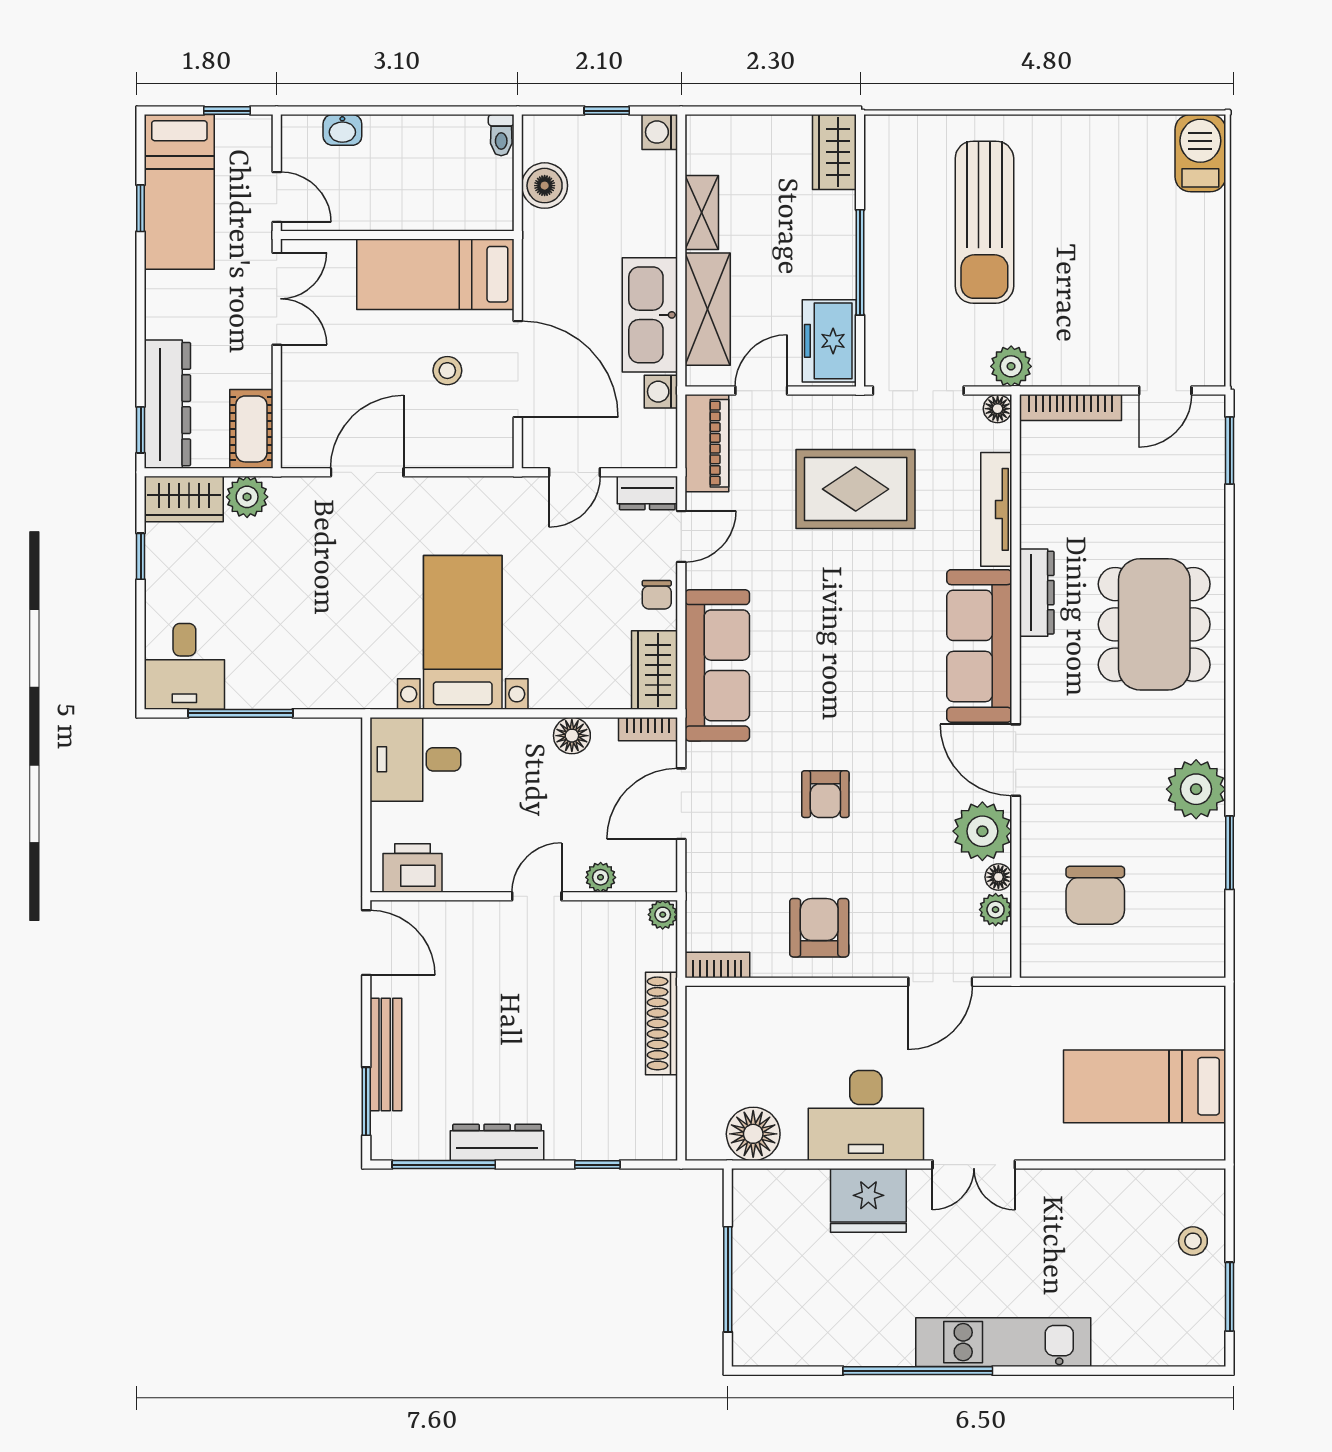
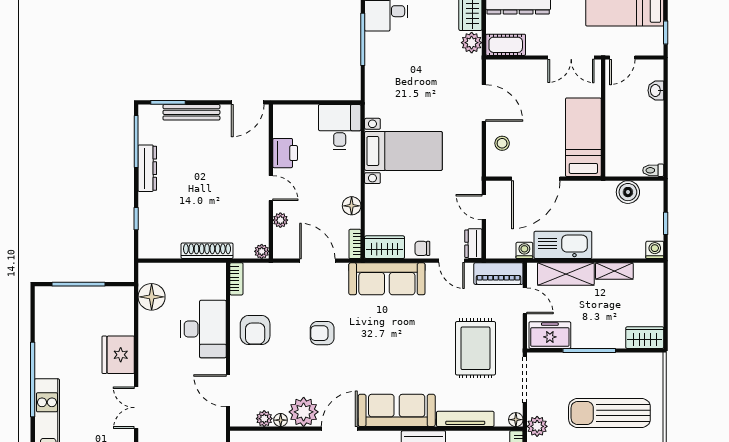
stool: (447, 371) -> (502, 143), moved
printer: (413, 868) -> (285, 153), moved
armchair: (819, 928) -> (255, 330), turned 90
desk: (866, 1115) -> (203, 329), moved, turned 180

